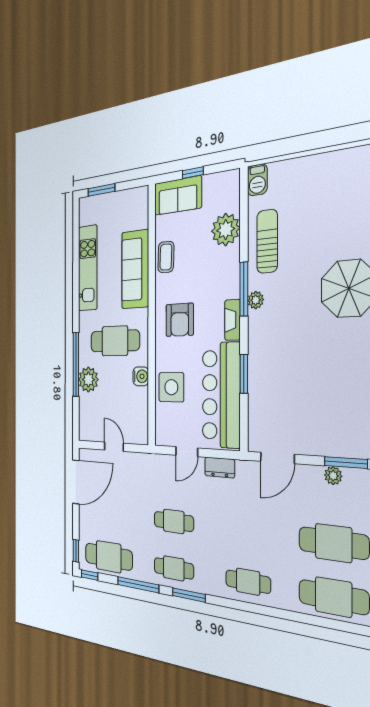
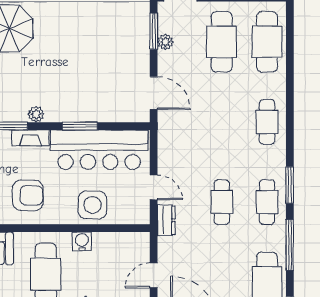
plant: (256, 300) -> (36, 114), moved
dresser: (220, 468) -> (166, 220), moved

